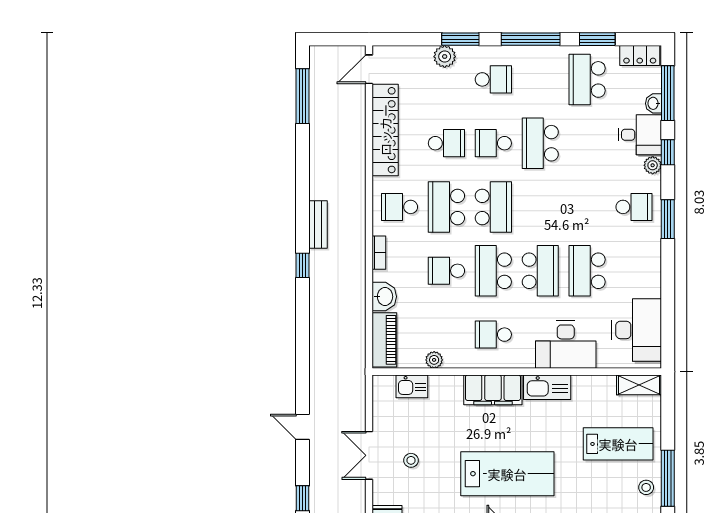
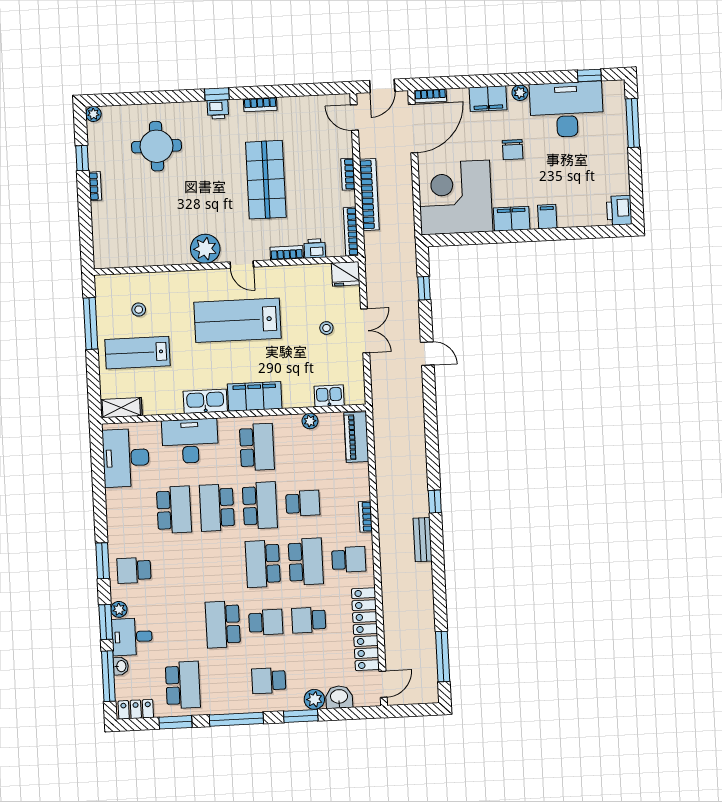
school desk: (540, 143) -> (223, 624), turned 180
window: (668, 152) -> (106, 622), width x1.50
washbasin: (384, 297) -> (339, 697), moved, turned 90
school desk: (493, 335) -> (257, 447), width x1.85
stool: (646, 487) -> (139, 310), moved

